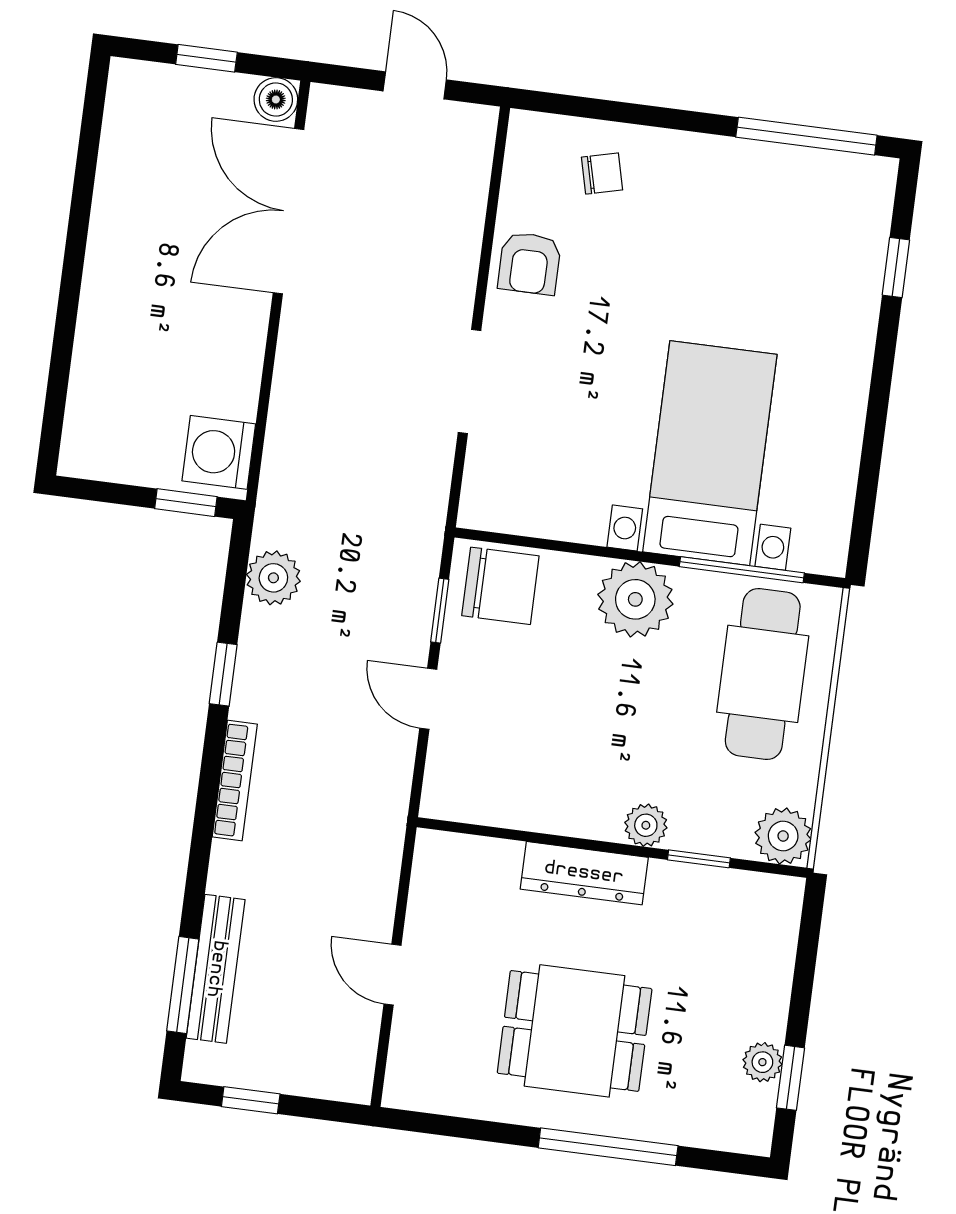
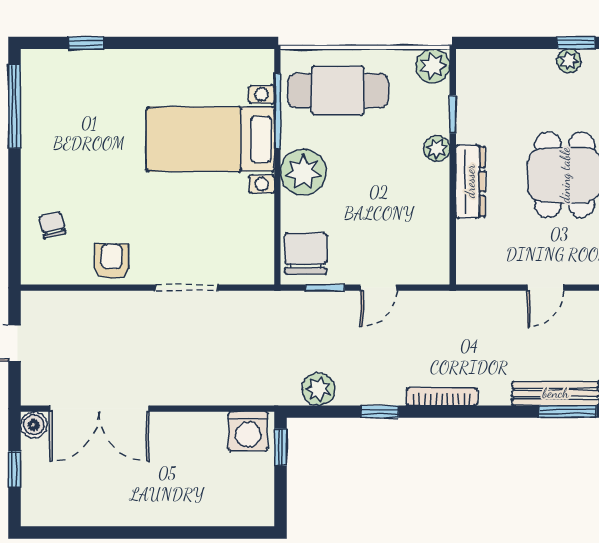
armchair: (529, 263) -> (112, 261), turned -90

